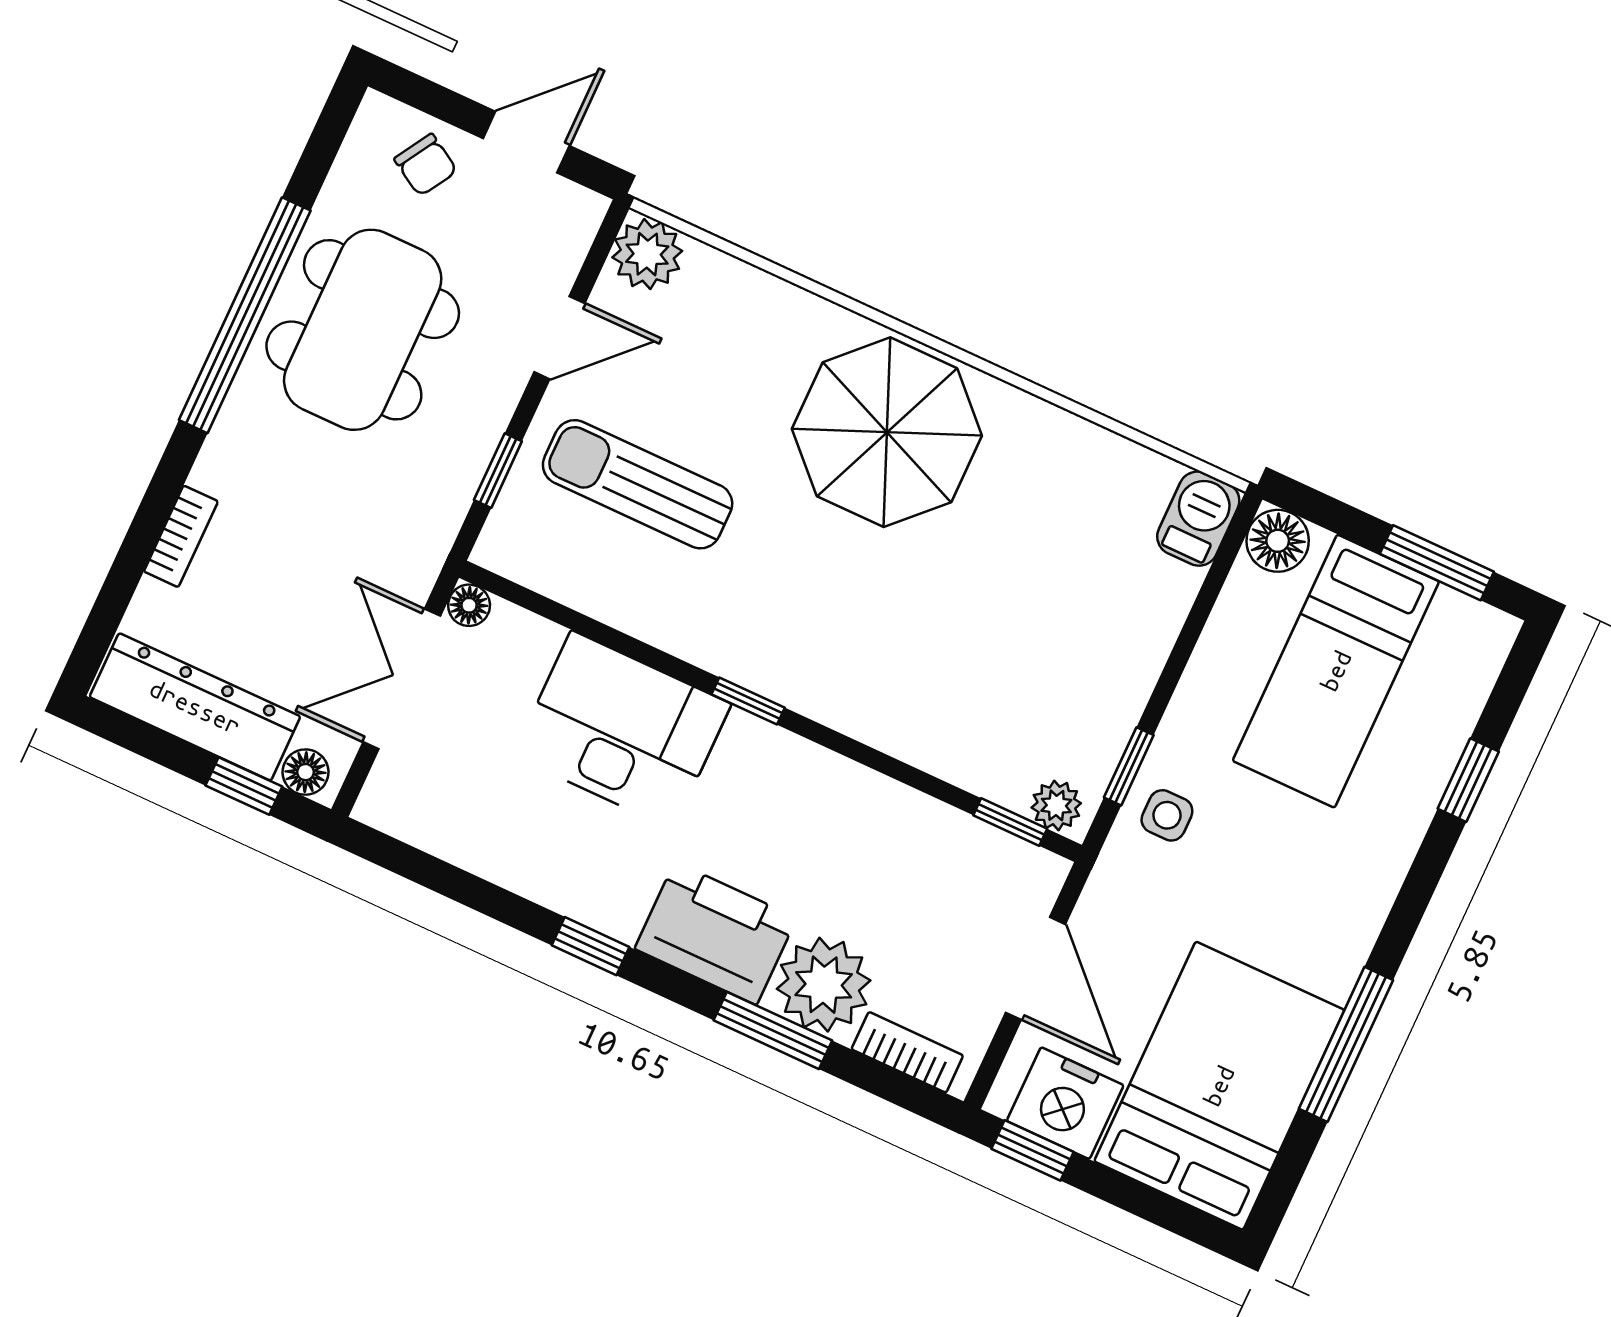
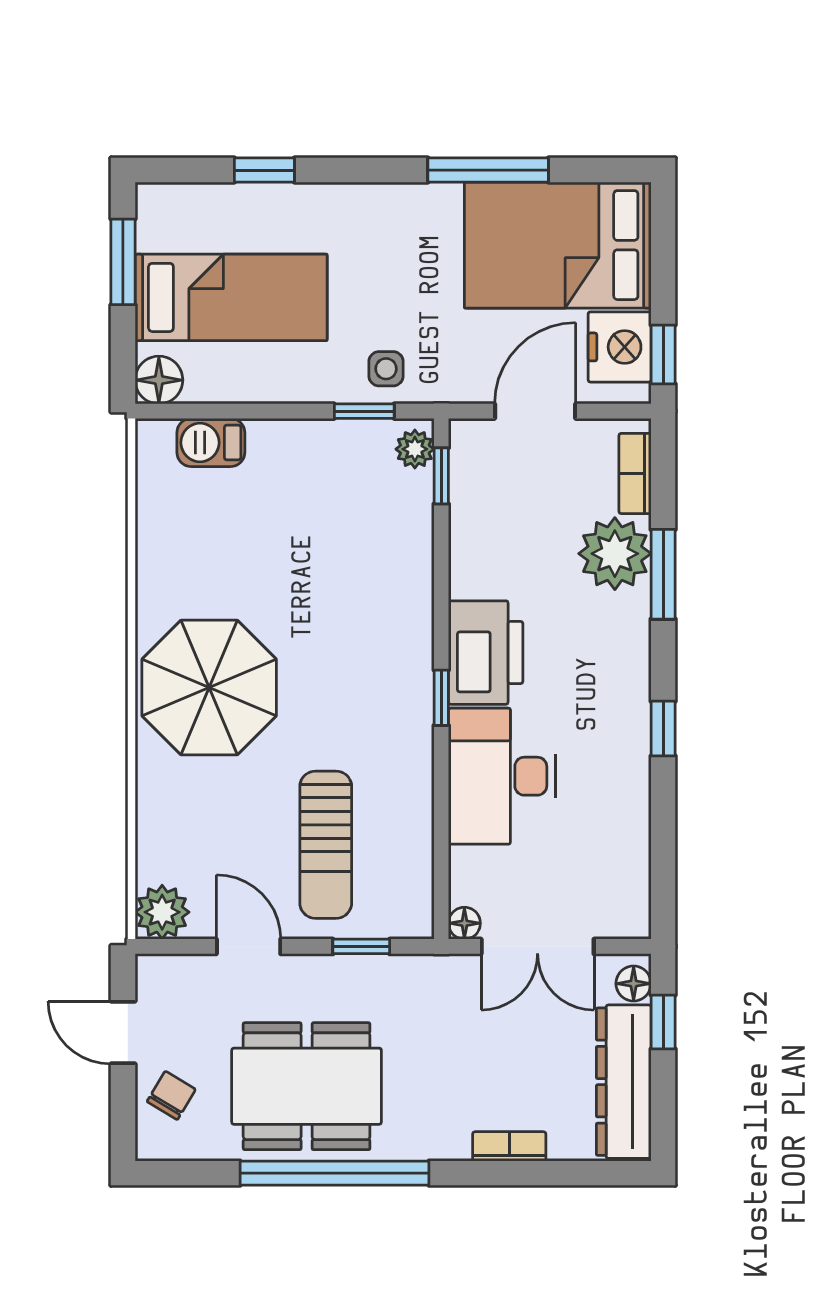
barbecue: (1198, 519) -> (211, 443), moved
printer: (716, 933) -> (486, 653), moved, turned 180

